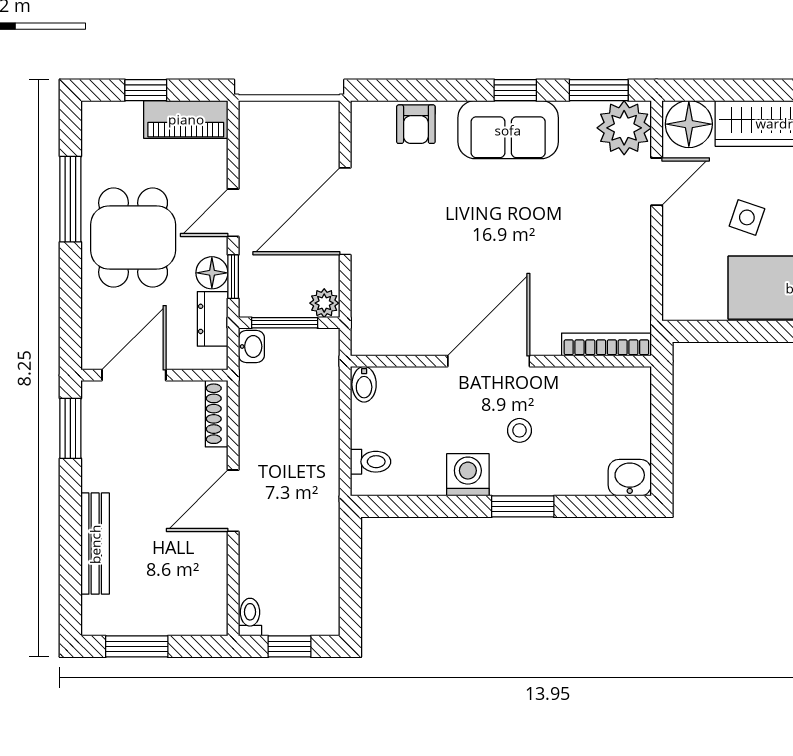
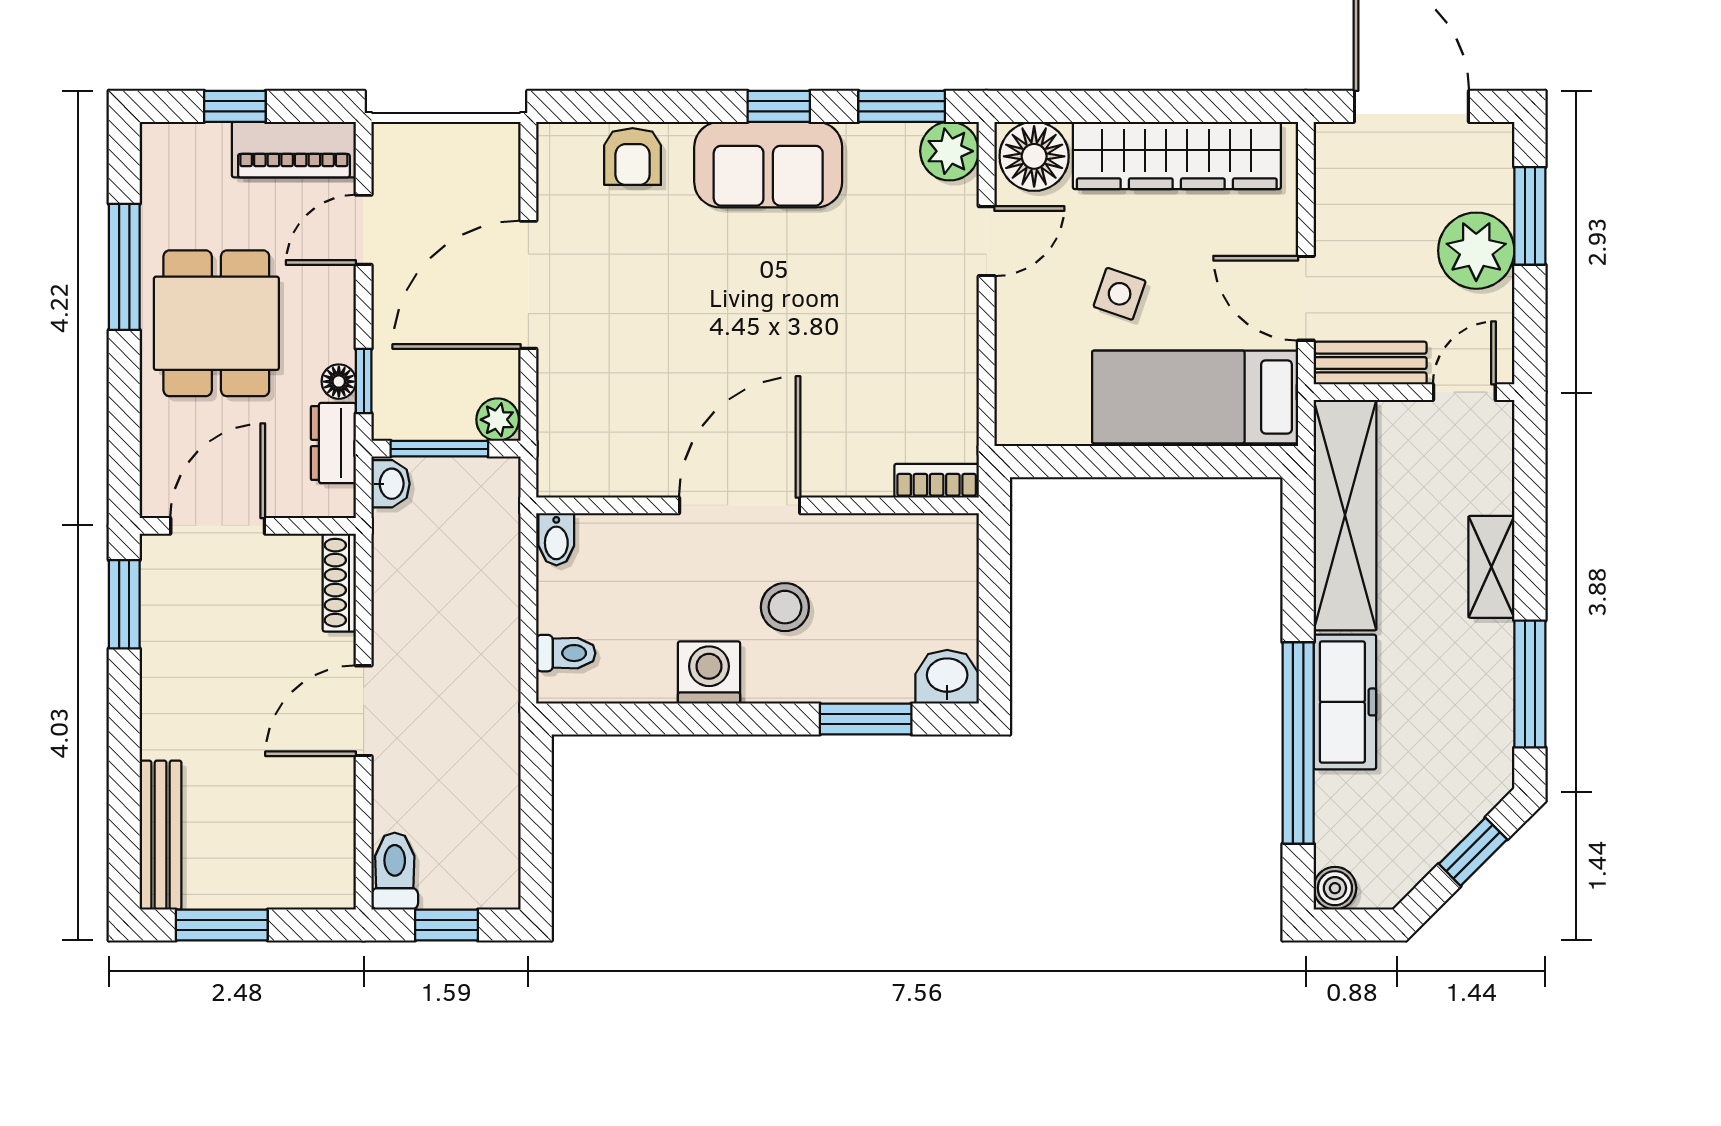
plant: (624, 128) -> (950, 151), width x0.73, depth x0.73
door: (233, 213) -> (364, 230), moved
floor lamp: (212, 273) -> (339, 382), width x0.73, depth x0.73
bookcase: (606, 344) -> (937, 481), width x0.64
stool: (519, 430) -> (785, 607), width x1.37, depth x1.37
window: (523, 506) -> (866, 719), moved
bench: (95, 544) -> (161, 835), moved
toilet: (250, 617) -> (395, 871), width x1.37, depth x1.39

